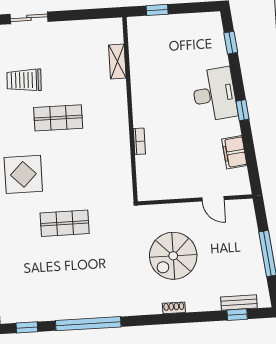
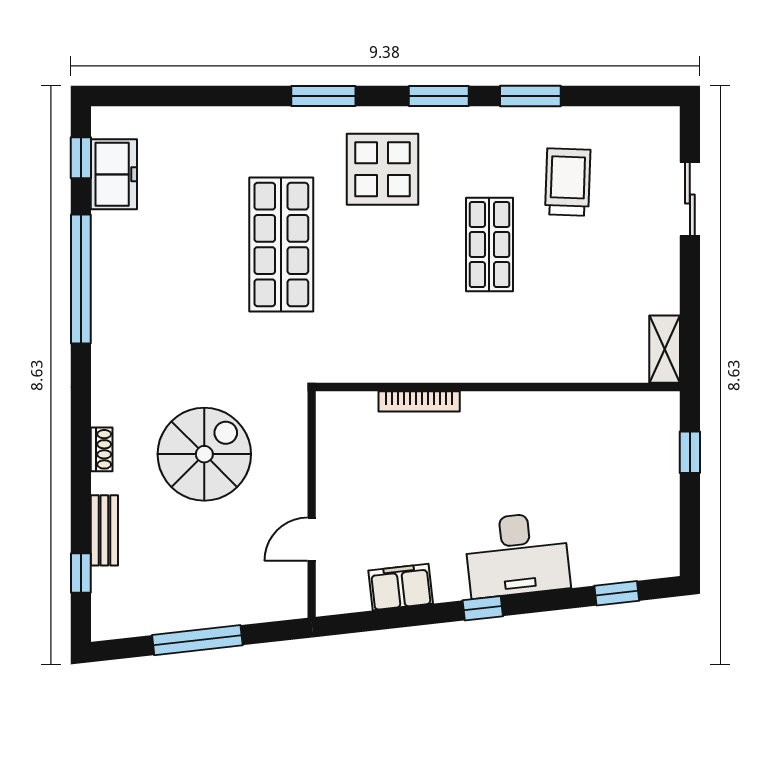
shelving: (117, 61) -> (665, 349), moved, turned 90
bookcase: (139, 141) -> (419, 401), width x1.56
shop shelf: (65, 223) -> (281, 244), width x1.43, depth x1.36
spiral stairs: (173, 256) -> (204, 454), turned 90
bench: (239, 302) -> (104, 530), moved
freezer: (34, 310) -> (114, 174), added

